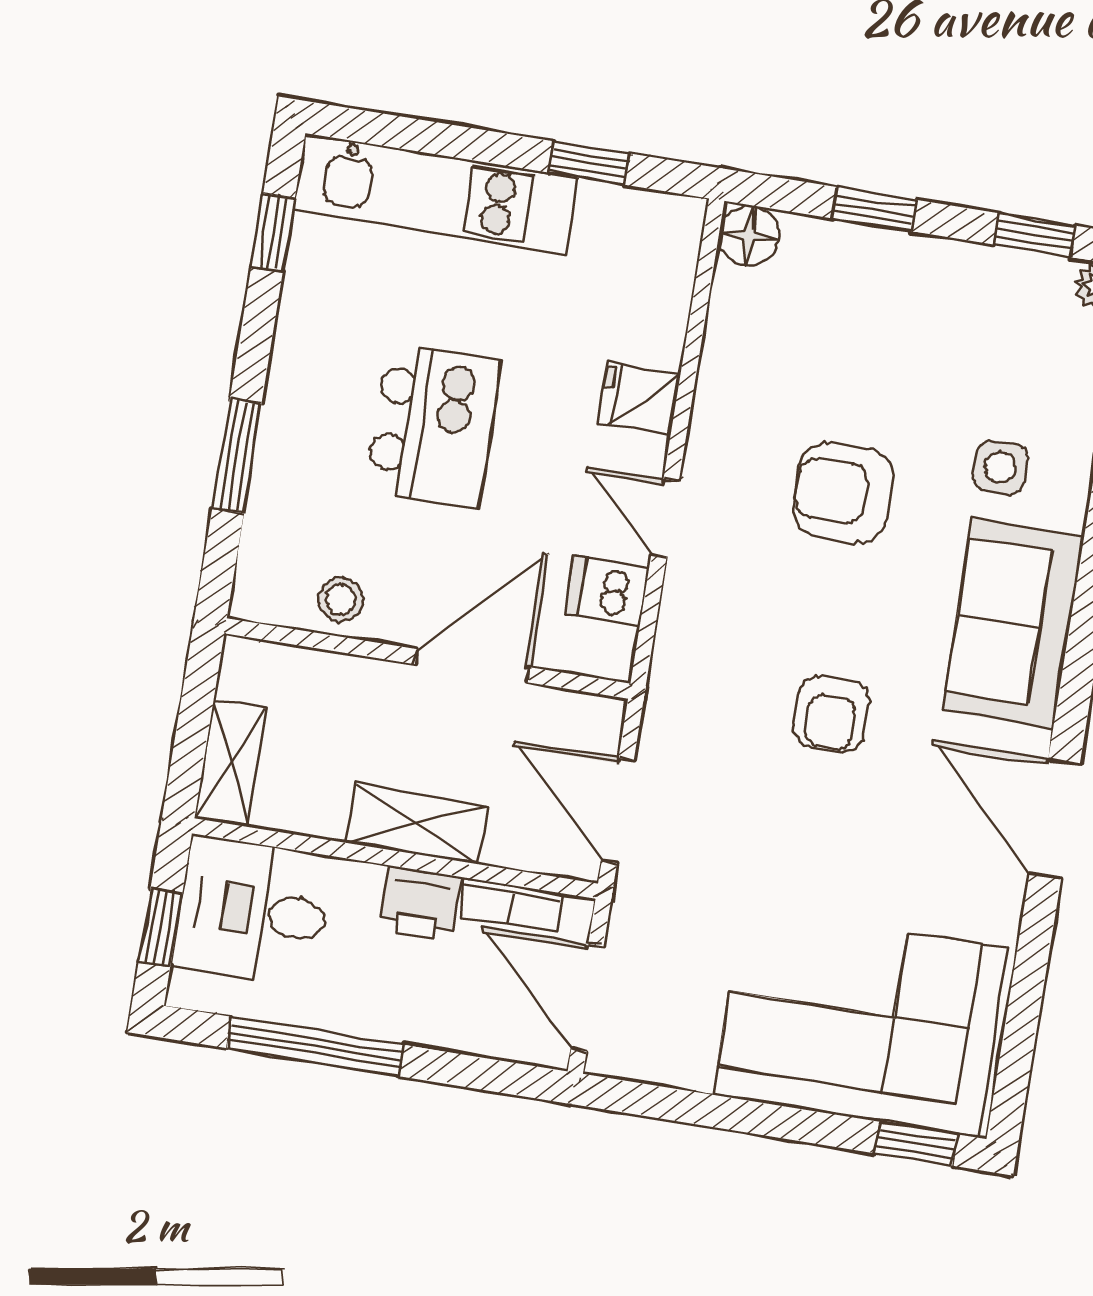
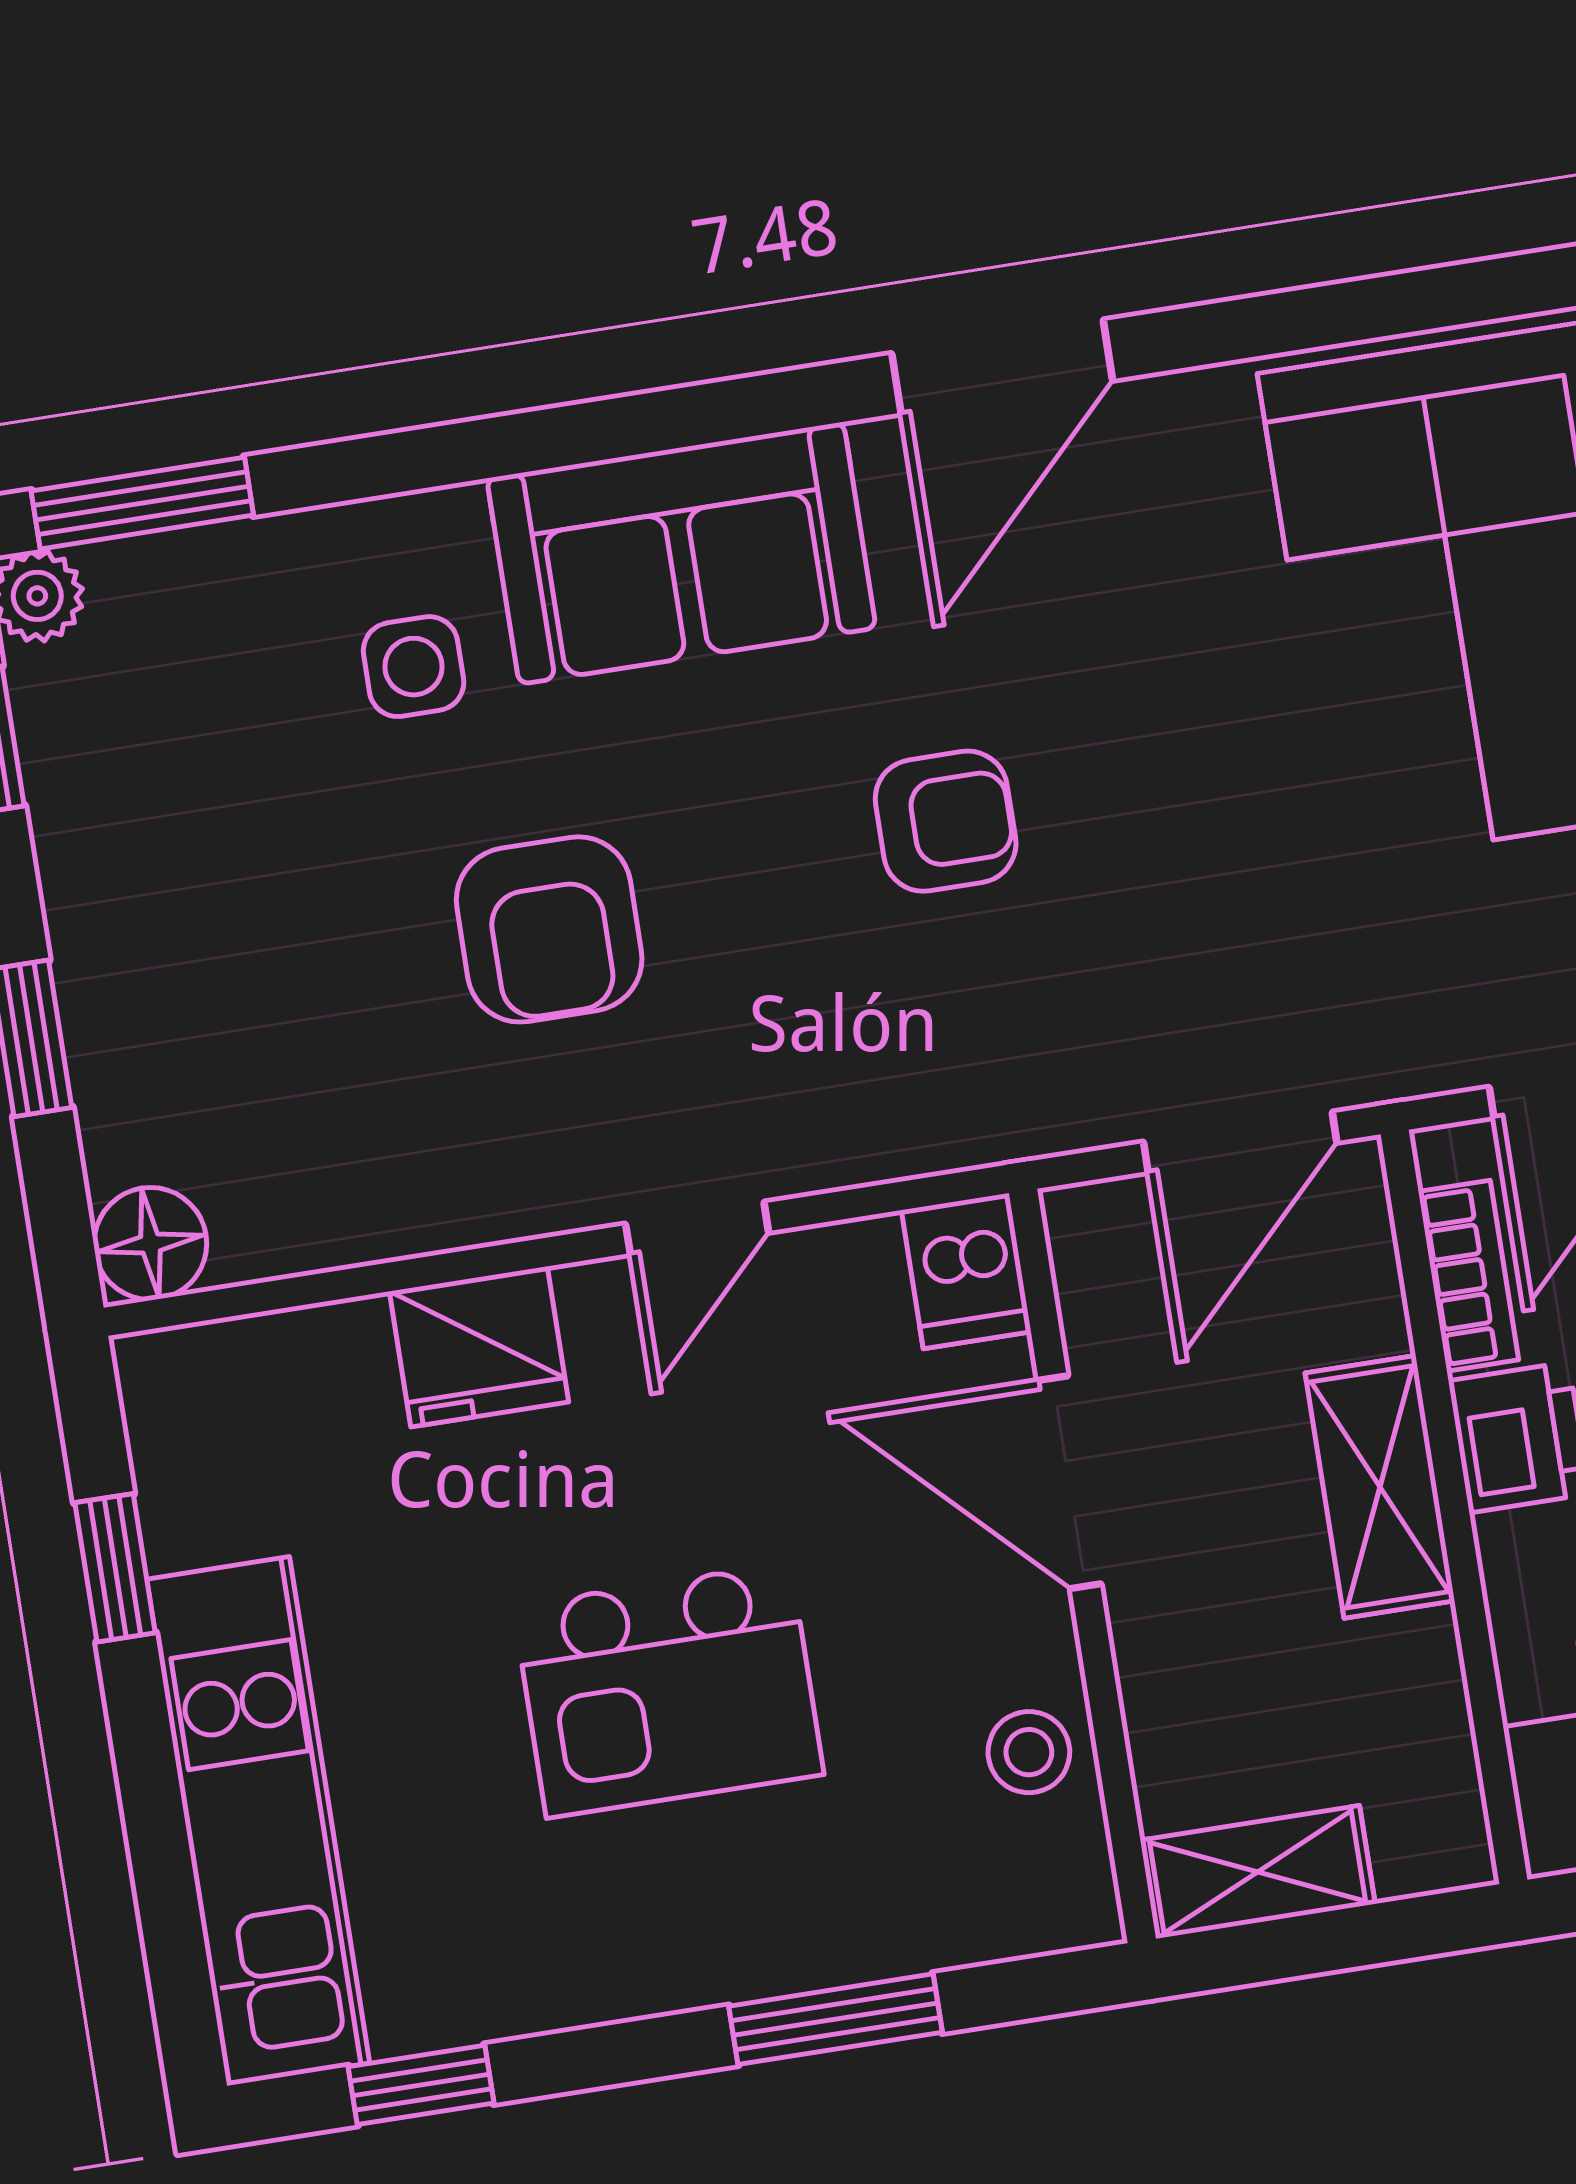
fridge: (639, 398) -> (479, 1347), width x1.38
kitchen island: (433, 426) -> (668, 1690), turned 180
dishwasher: (607, 591) -> (966, 1271), moved
shelving: (230, 764) -> (1258, 1872), moved

